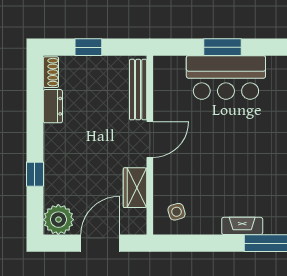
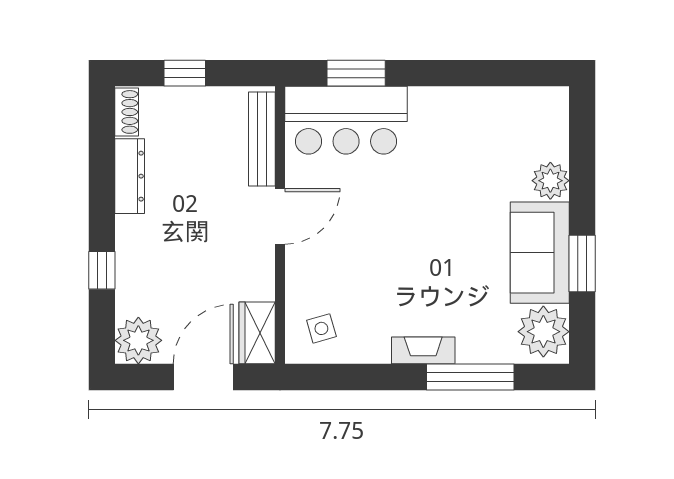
window: (222, 47) -> (356, 73), moved
bar counter: (226, 77) -> (346, 120), moved
dresser: (53, 106) -> (130, 176), width x1.44
wardrobe: (135, 188) -> (257, 333), moved

